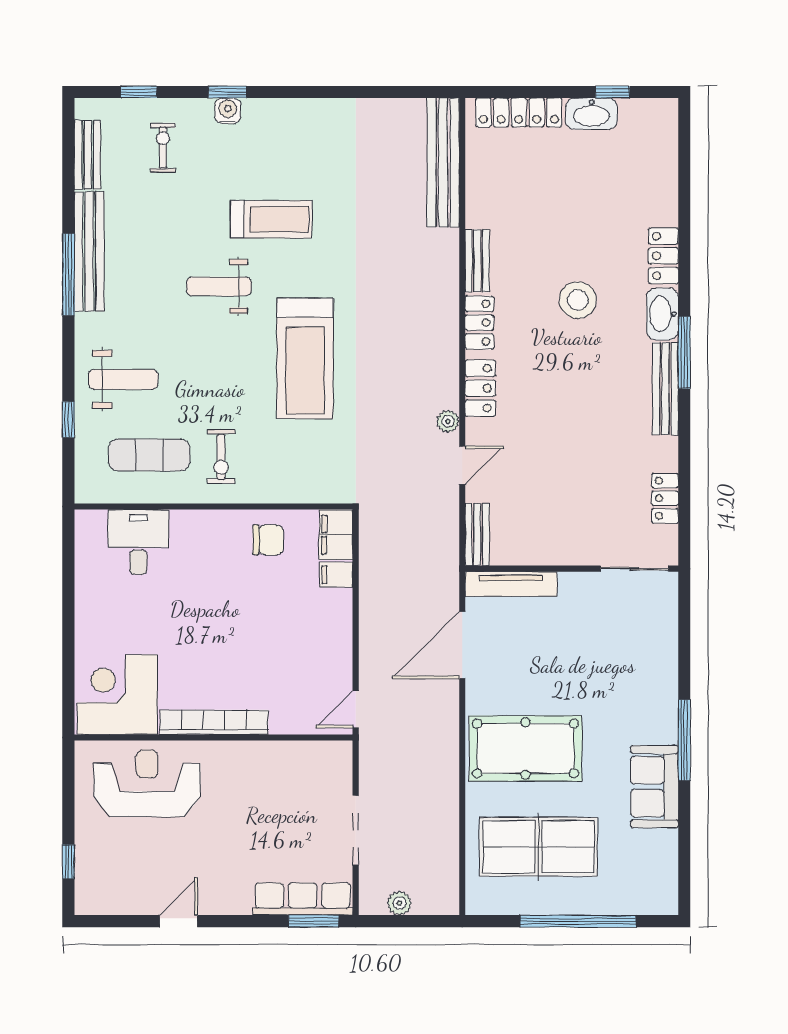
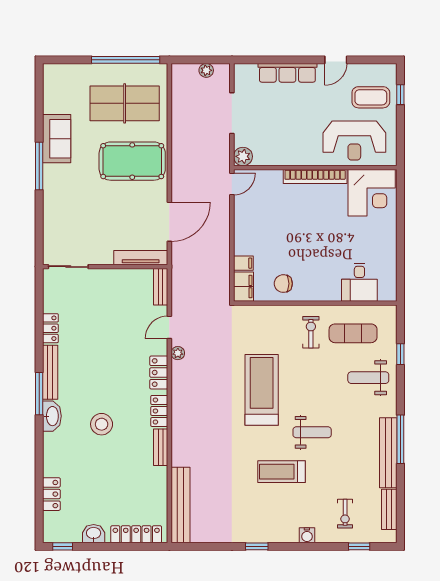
window: (227, 92) -> (257, 546), moved
window: (612, 92) -> (63, 546), moved
washbasin: (591, 114) -> (94, 534), width x0.72
locker: (663, 256) -> (51, 494), moved
locker: (665, 498) -> (50, 328), moved
plant: (337, 756) -> (243, 156), added
coffee table: (119, 857) -> (371, 97), added
row of seats: (303, 899) -> (287, 73), moved
window: (314, 921) -> (257, 60), removed
window: (578, 921) -> (126, 60), moved

